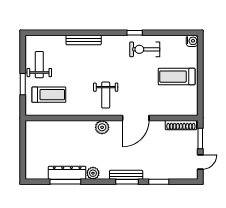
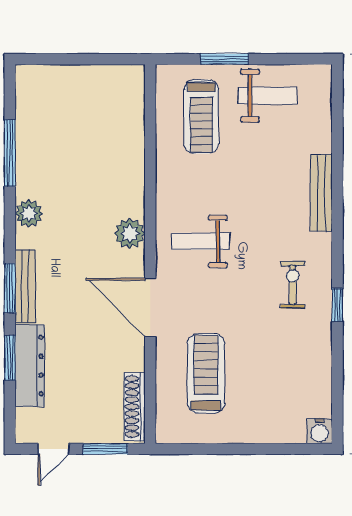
exercise bike: (145, 49) -> (293, 285), moved, width x0.73, depth x0.72
treadmill: (177, 77) -> (206, 373), moved
door: (200, 162) -> (54, 449), hinge flipped
dresser: (67, 173) -> (30, 366), moved

